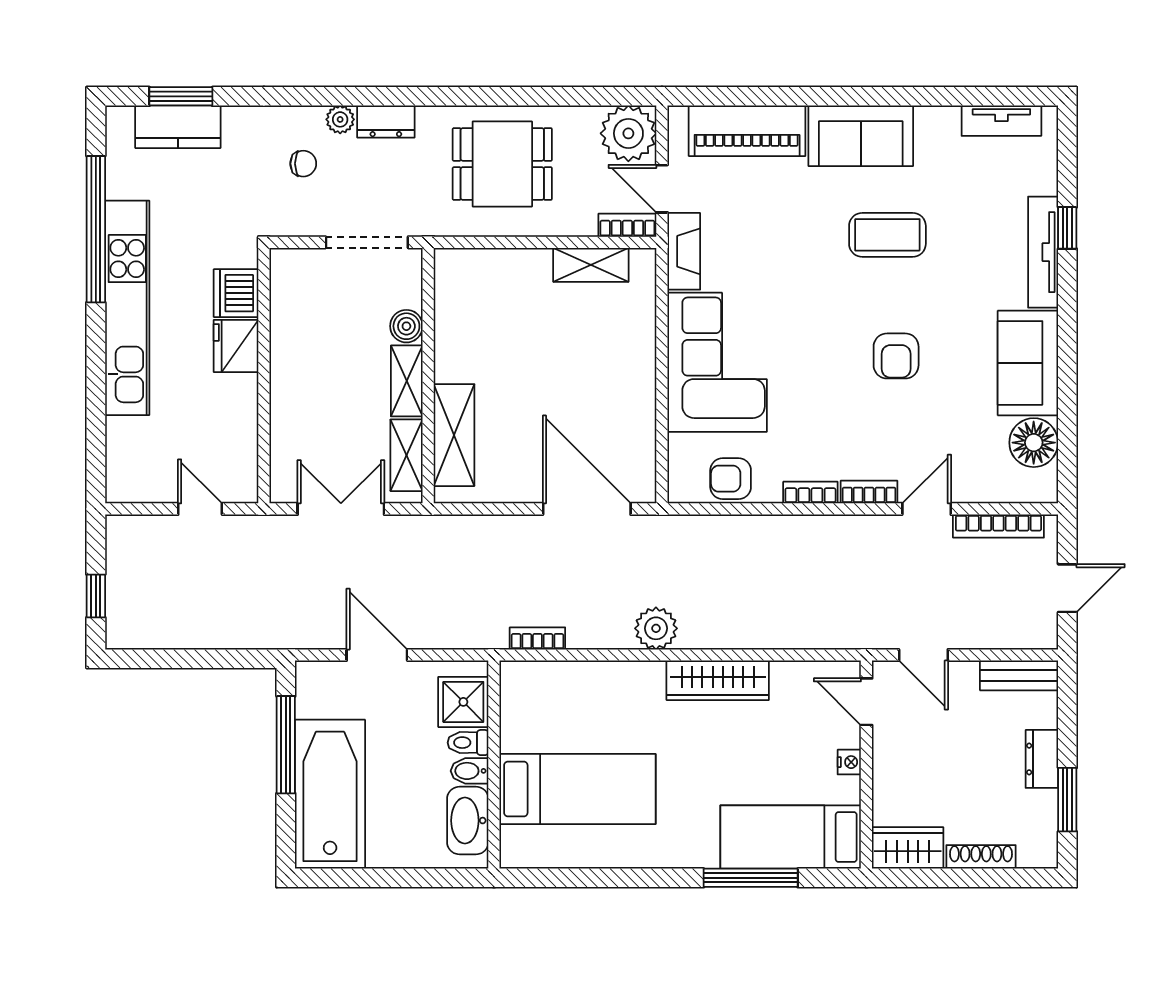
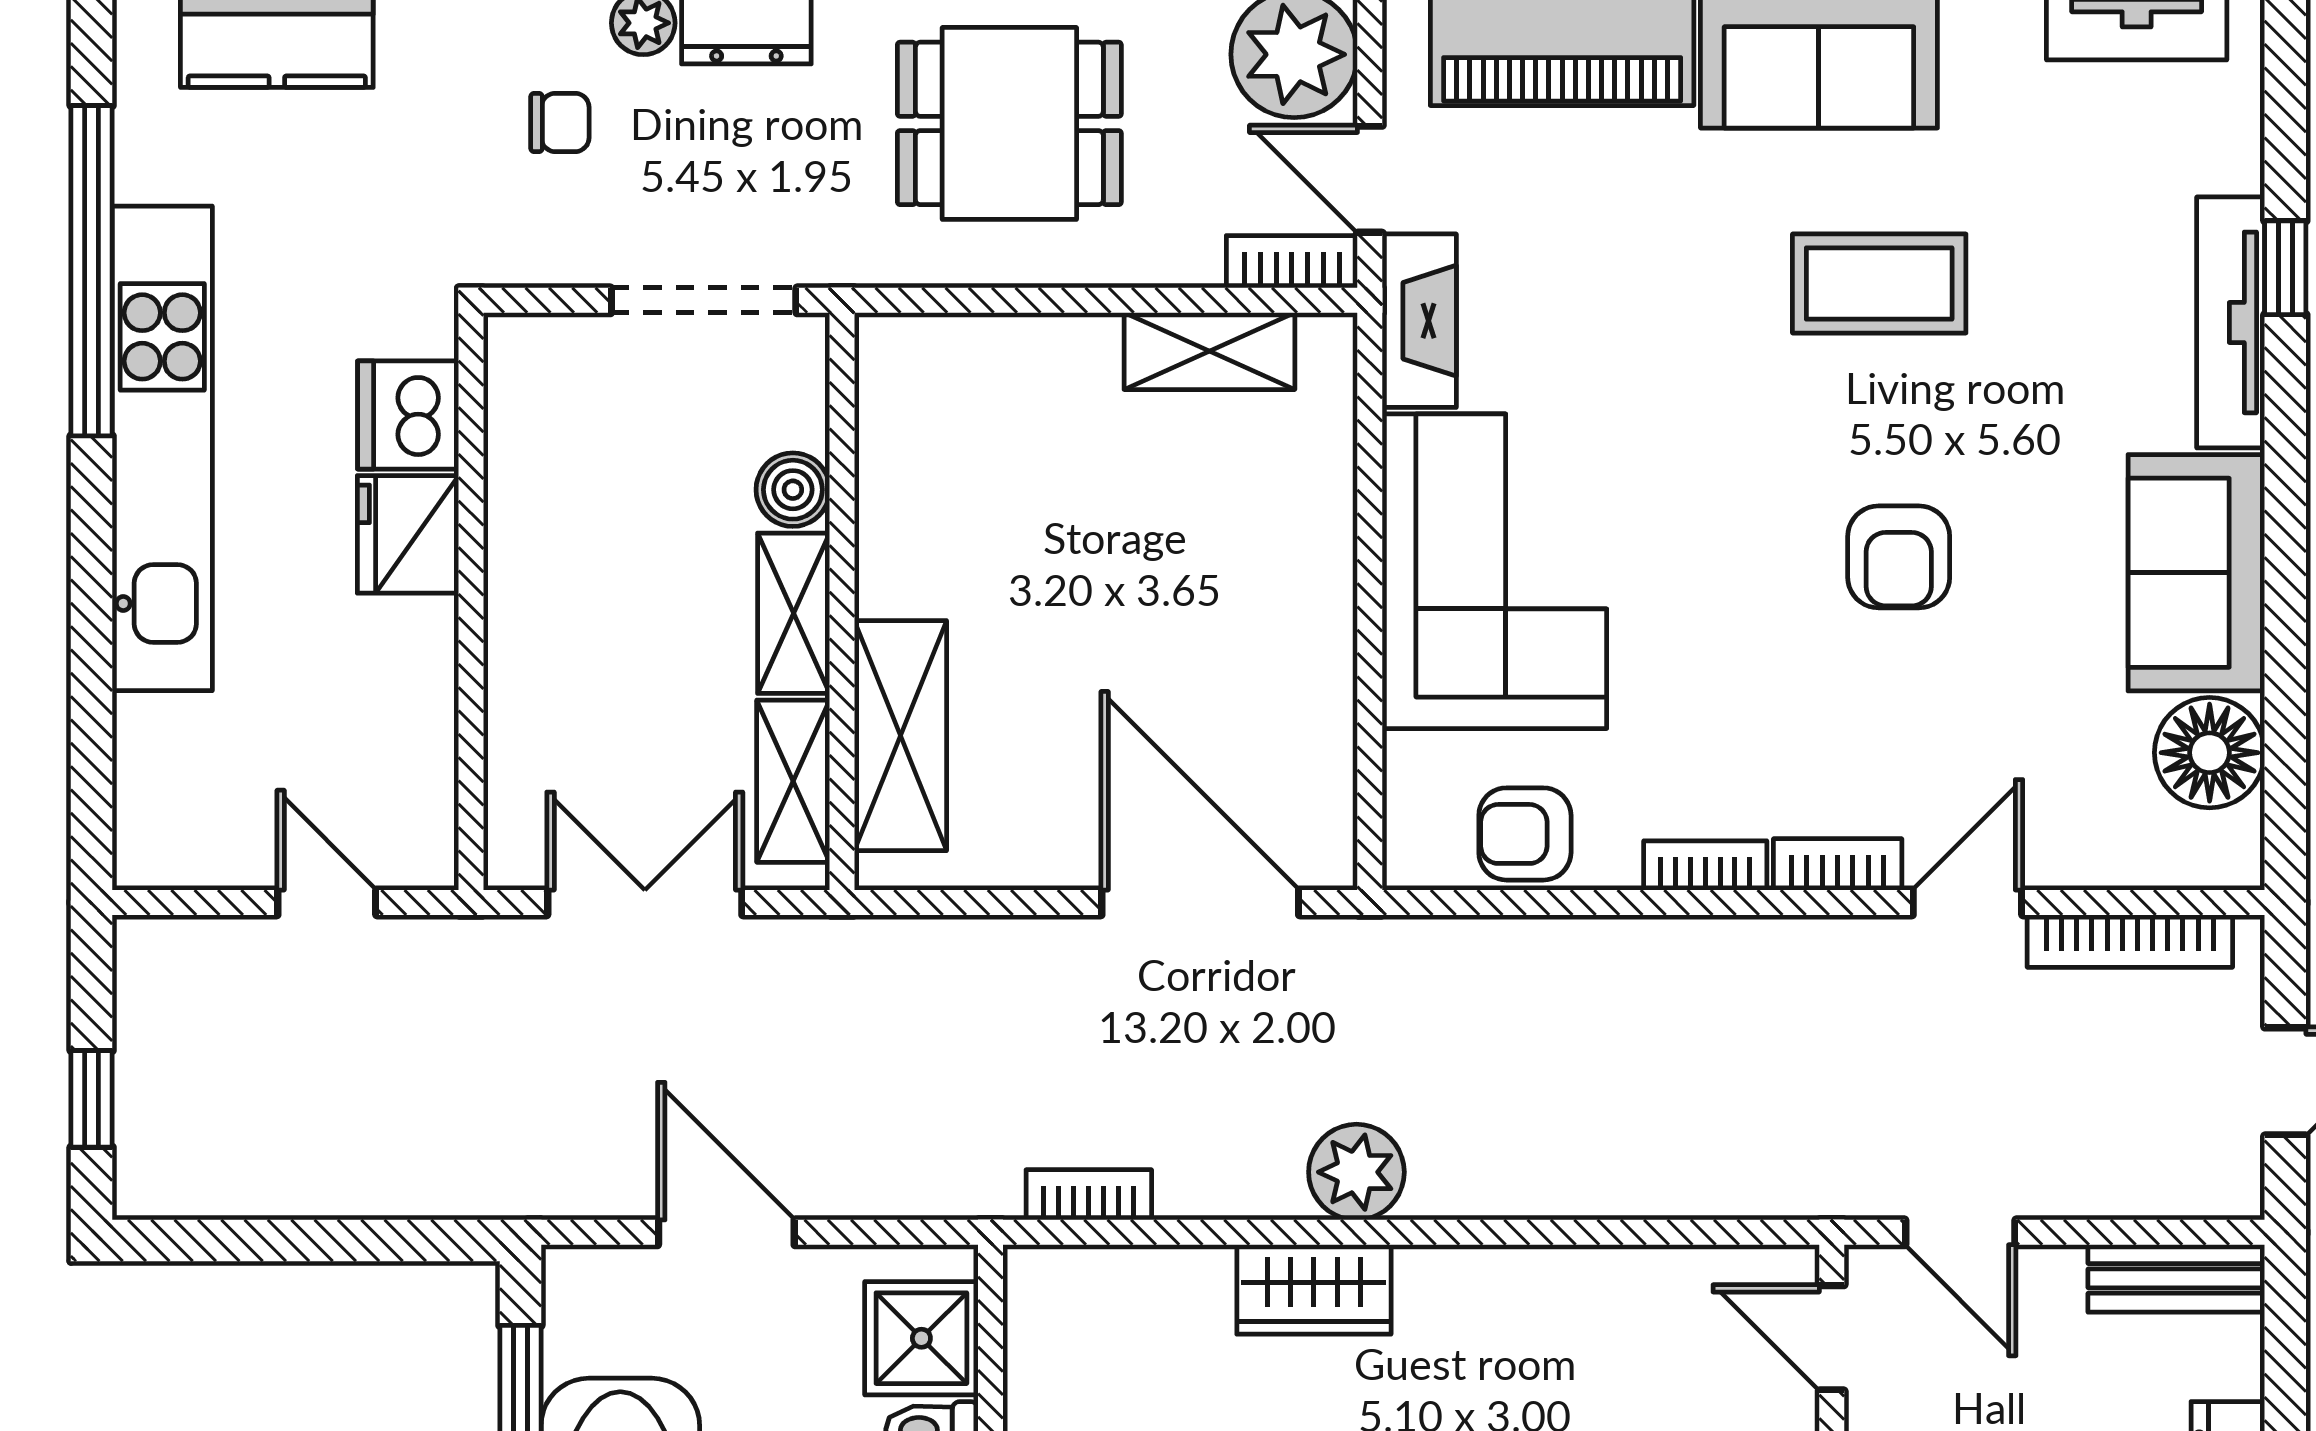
wardrobe: (718, 680) -> (1314, 1289), moved, width x0.67

